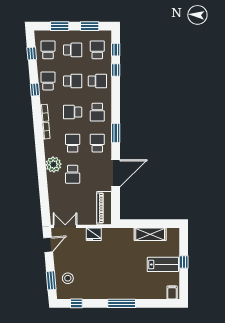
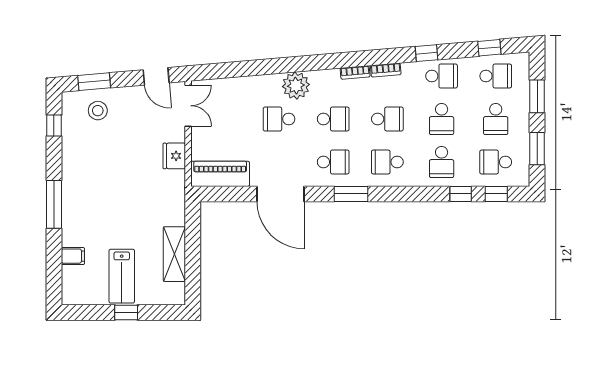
school desk: (97, 50) -> (496, 162), turned 180
school desk: (73, 112) -> (387, 119), turned 90
filing cabinet: (172, 292) -> (73, 256), moved

